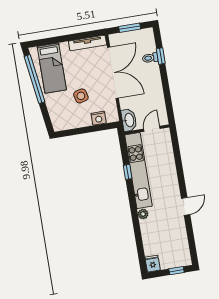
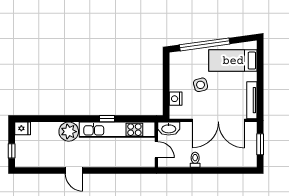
window: (161, 56) -> (227, 170), removed
toilet: (150, 58) -> (195, 160), moved
window: (34, 79) -> (205, 44), moved
window: (128, 172) -> (107, 119), moved
plant: (143, 214) -> (69, 132), width x1.87, depth x1.87

